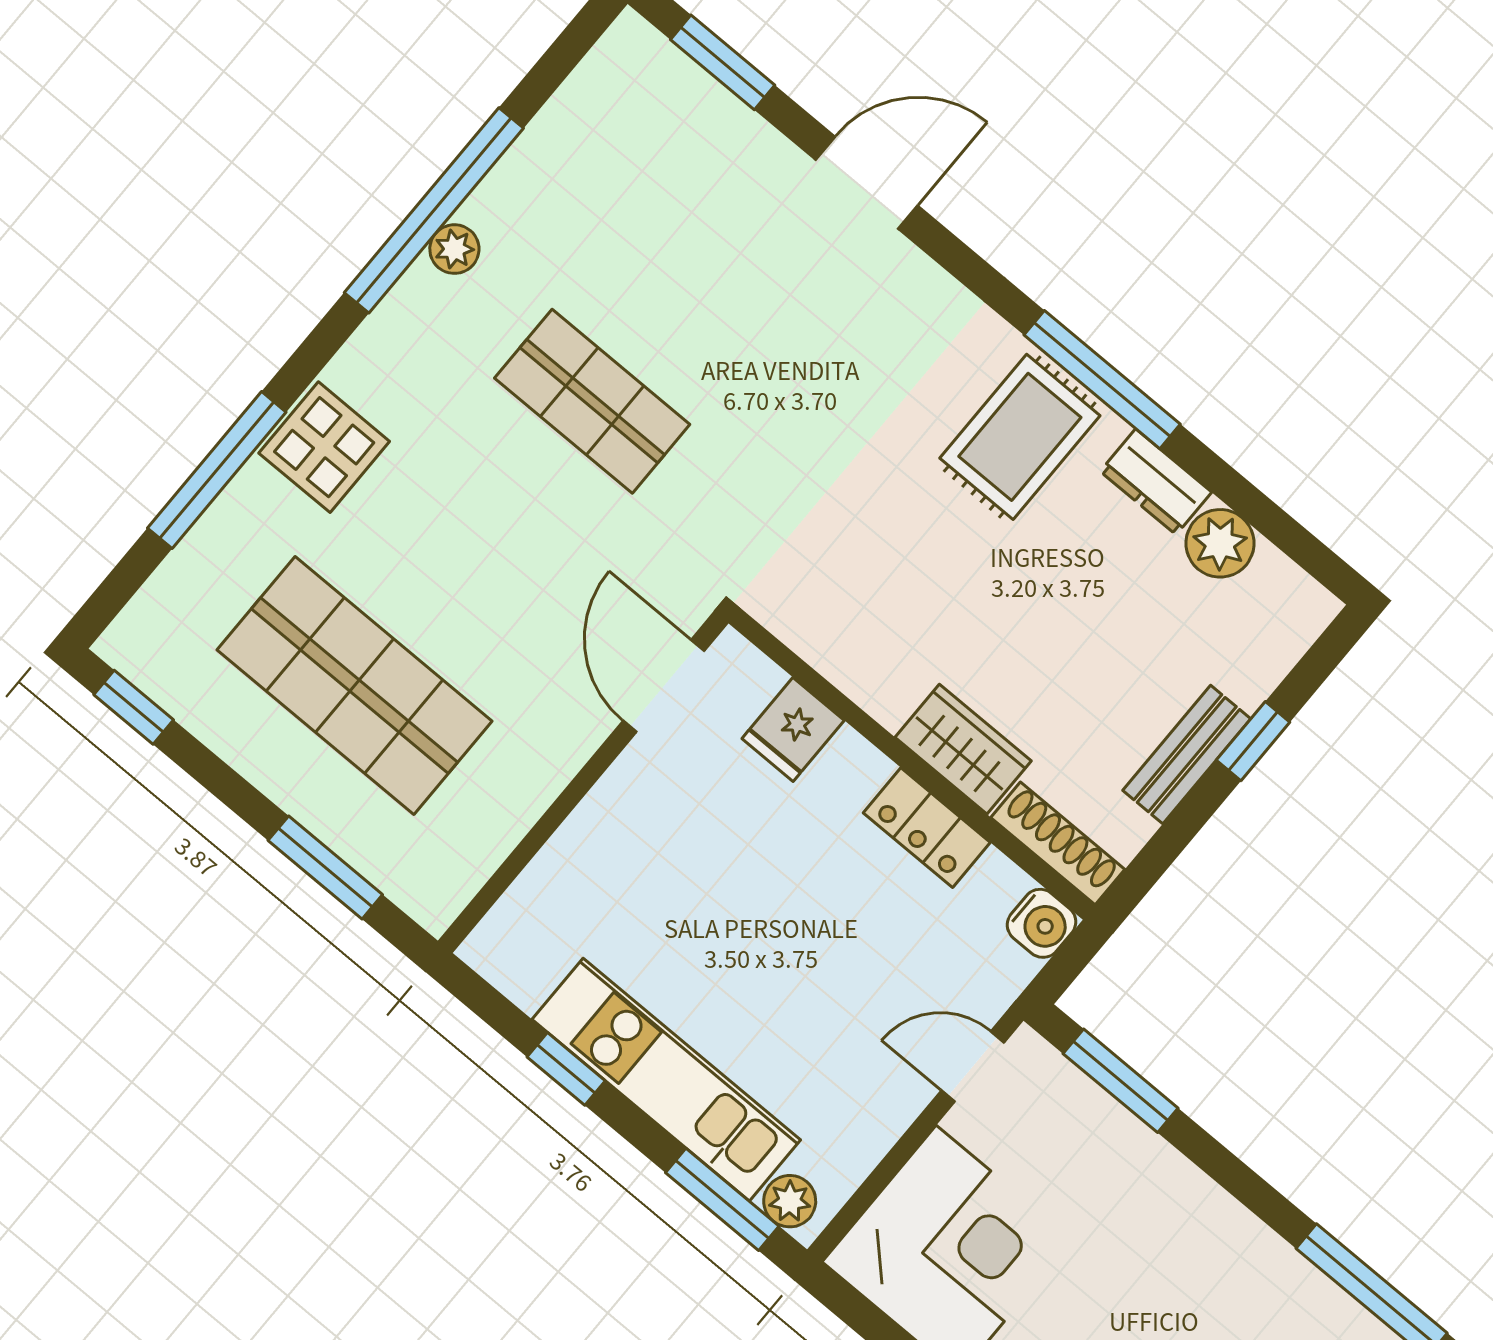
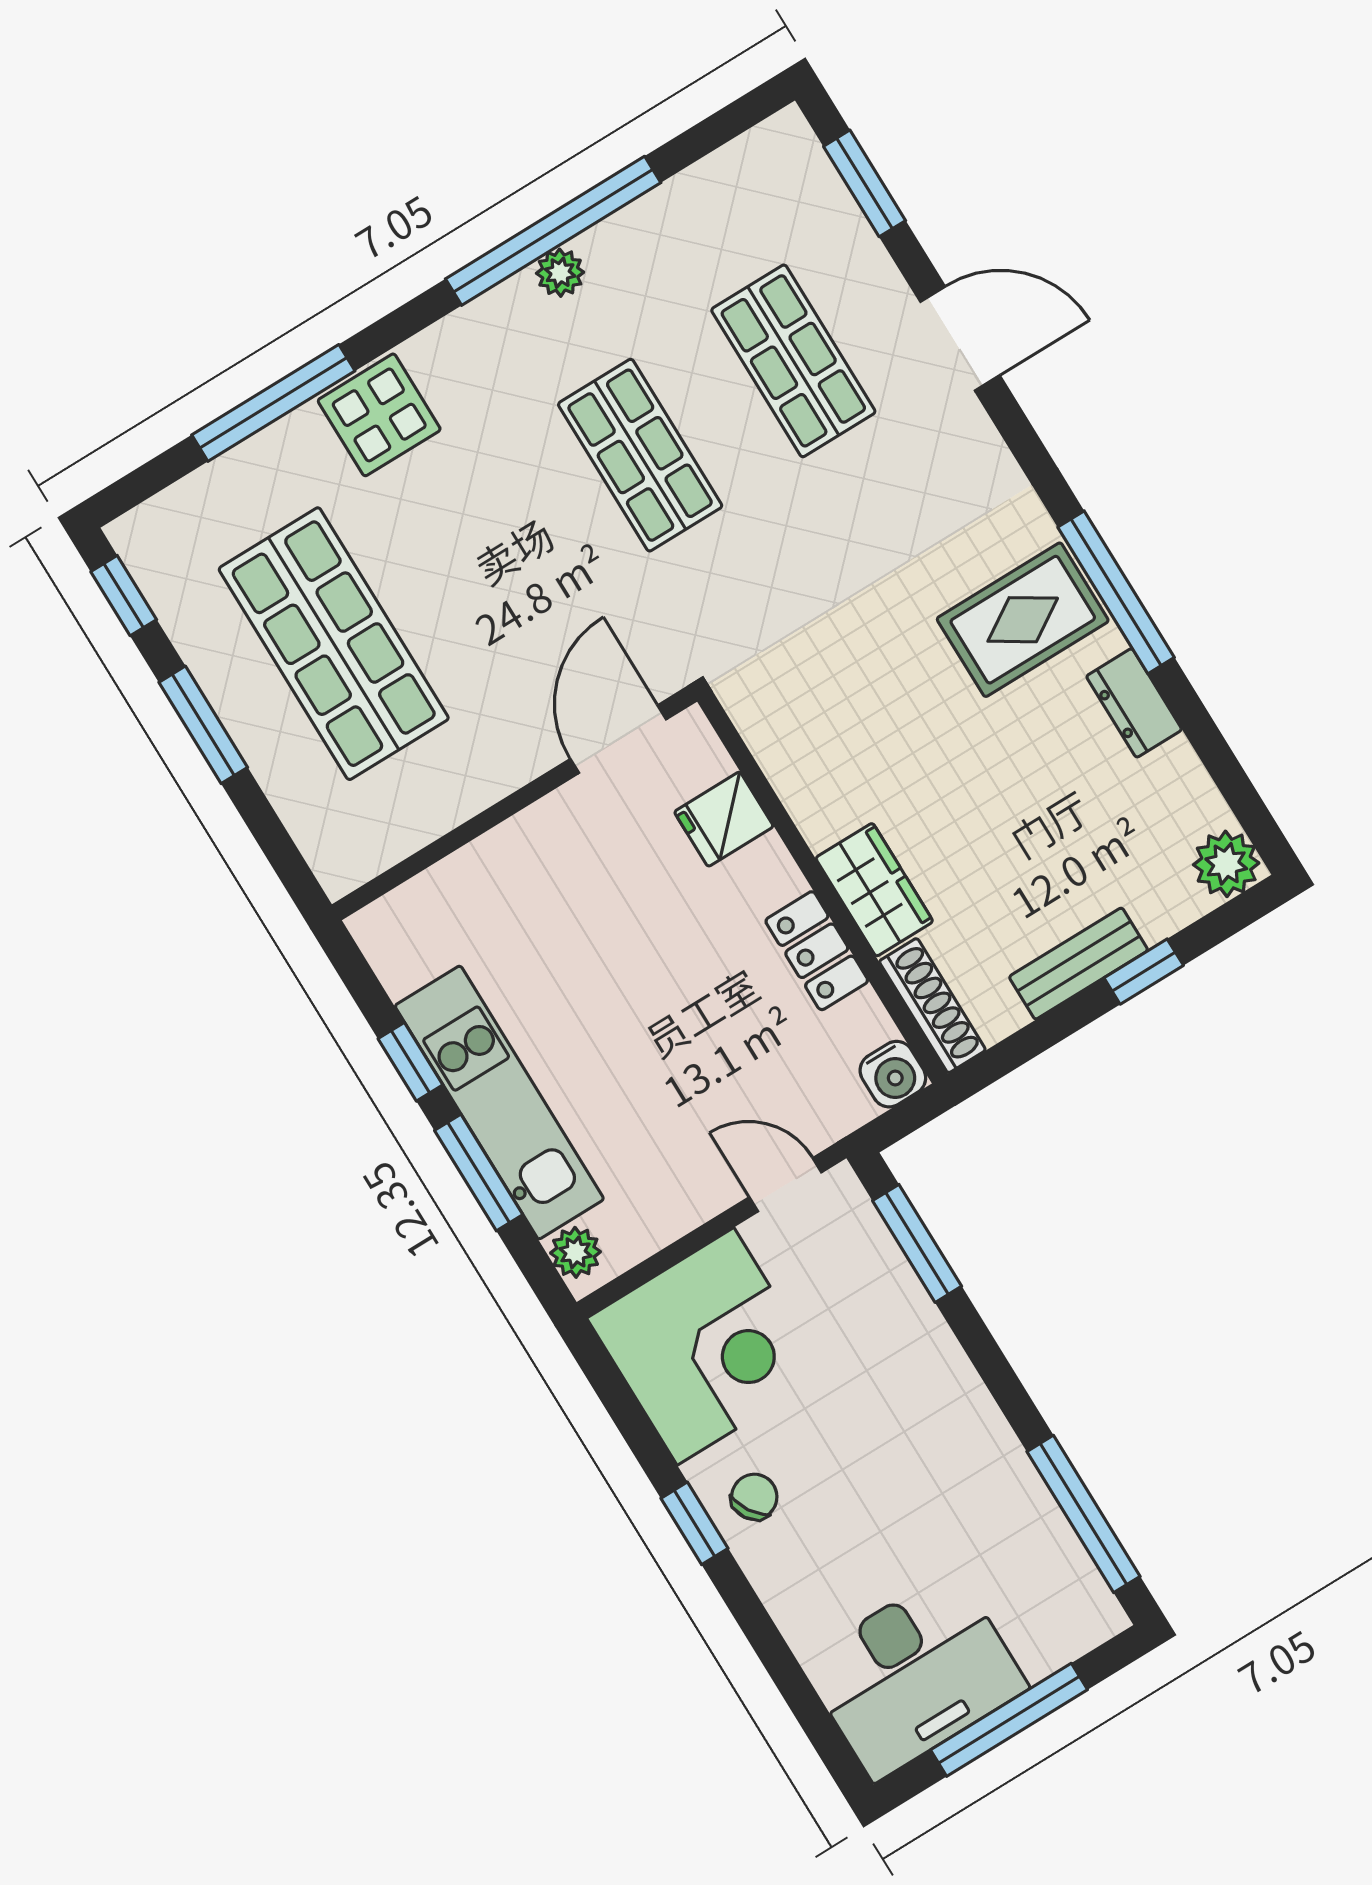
shop shelf: (711, 259) -> (793, 361), added
plant: (1220, 543) -> (1226, 864), moved
window: (325, 868) -> (203, 725), moved
window: (722, 1199) -> (479, 1173), moved

